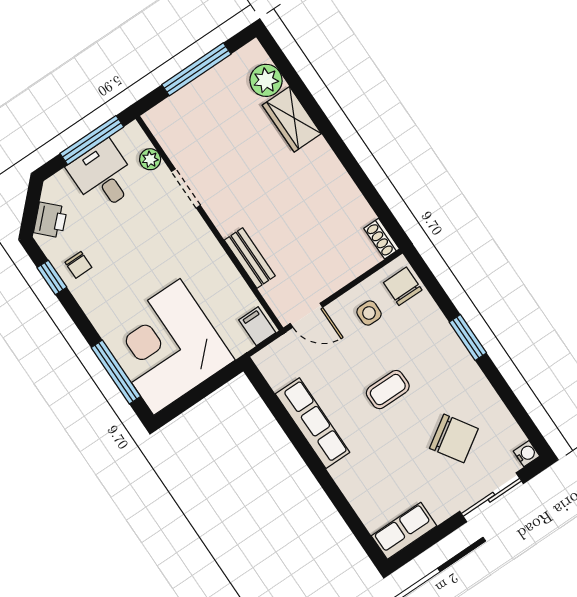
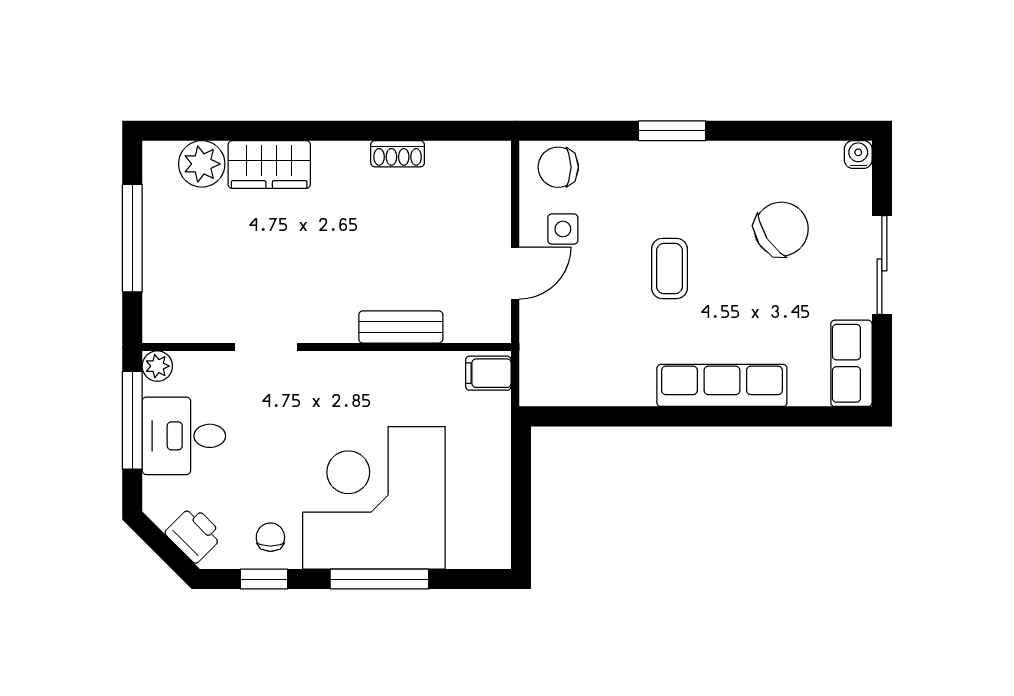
plant: (150, 159) -> (157, 366), moved
shoe rack: (382, 239) -> (398, 154), moved
chair: (78, 265) -> (270, 537), turned -90
door: (306, 315) -> (515, 273), moved
corner desk: (167, 347) -> (374, 498), moved, turned 90
window: (116, 372) -> (379, 579), moved
row of seats: (313, 423) -> (722, 385), moved
sliding door: (491, 497) -> (882, 265), moved

